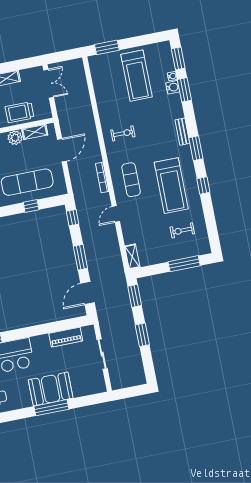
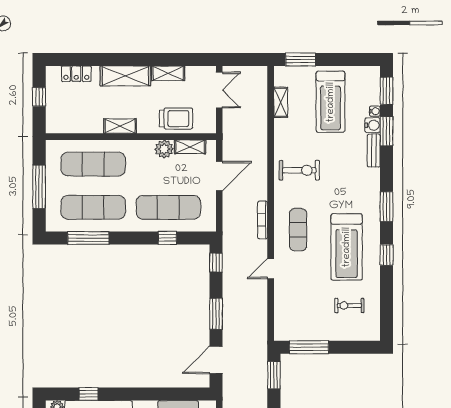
trolley: (20, 112) -> (176, 119), turned 180
bench: (182, 132) -> (374, 151), moved
exercise bike: (123, 133) -> (299, 170), width x1.38, depth x1.39
shelving: (132, 257) -> (281, 102), moved
window: (184, 264) -> (309, 347), moved

